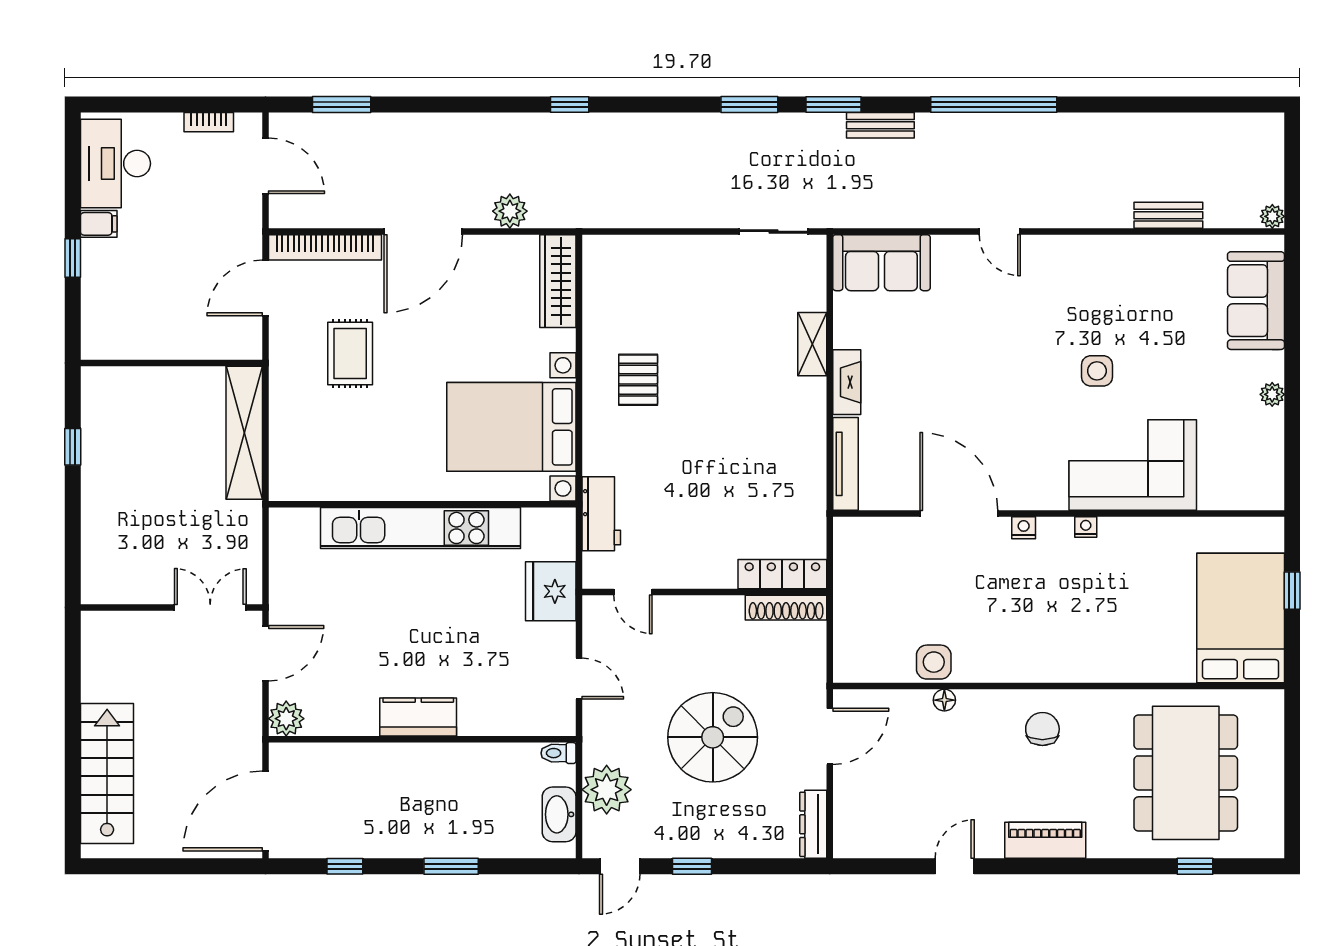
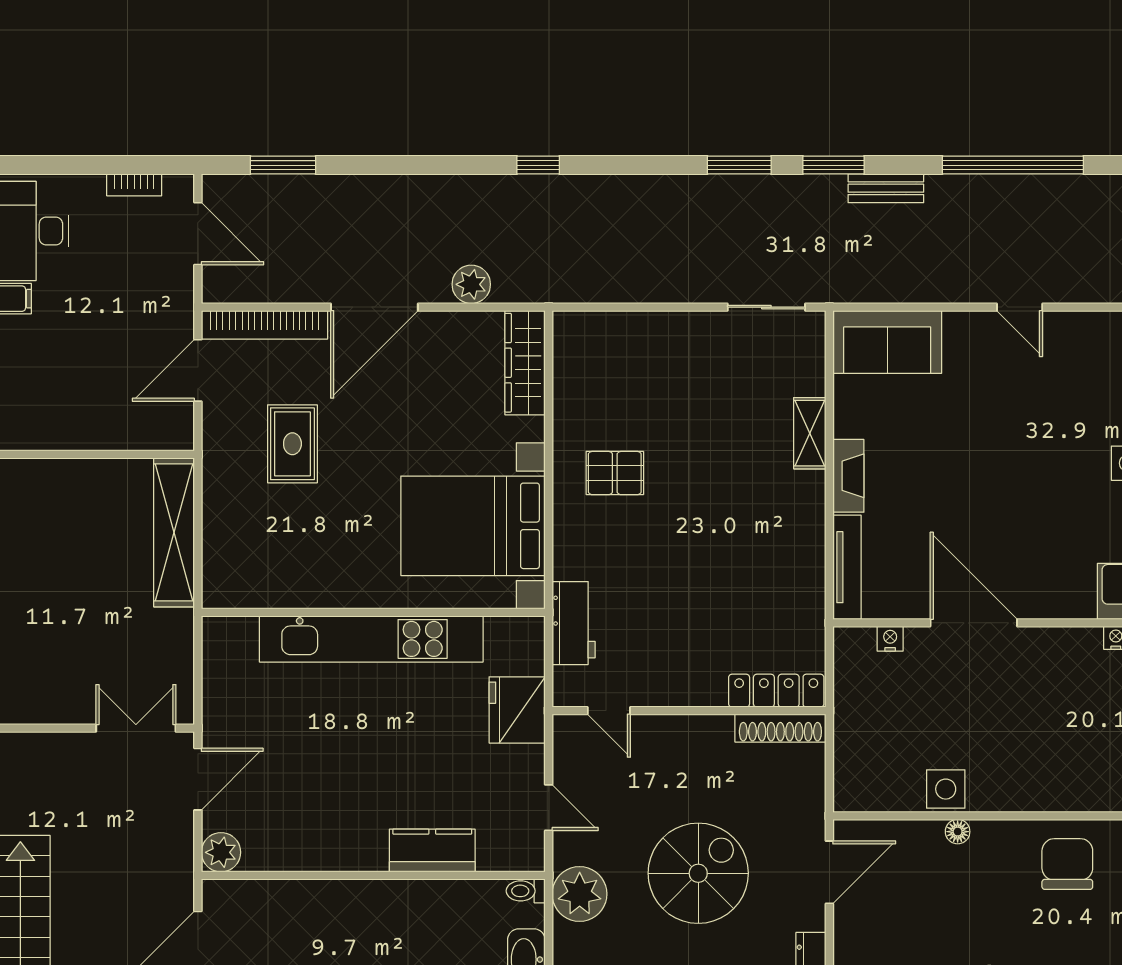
pallet: (638, 380) -> (615, 473), turned 90
nightstand: (1024, 528) -> (890, 639), moved
kitchen counter: (418, 717) -> (432, 851), moved
chair: (1042, 729) -> (1067, 864), width x1.37, depth x1.37
plant: (607, 790) -> (580, 894), moved

